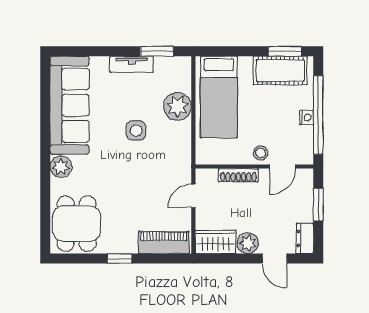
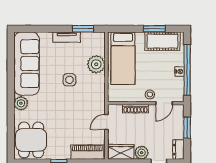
window: (285, 51) -> (154, 29), moved

